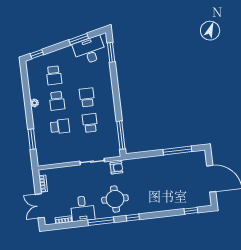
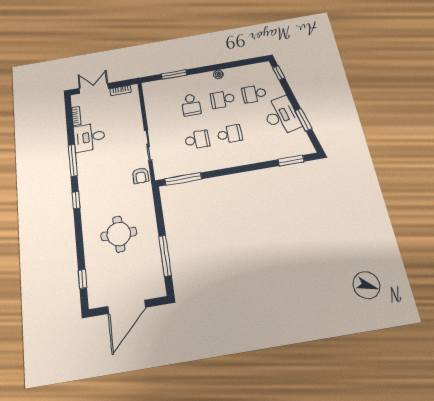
desk: (90, 50) -> (281, 116), moved
round table: (115, 199) -> (119, 234), moved

